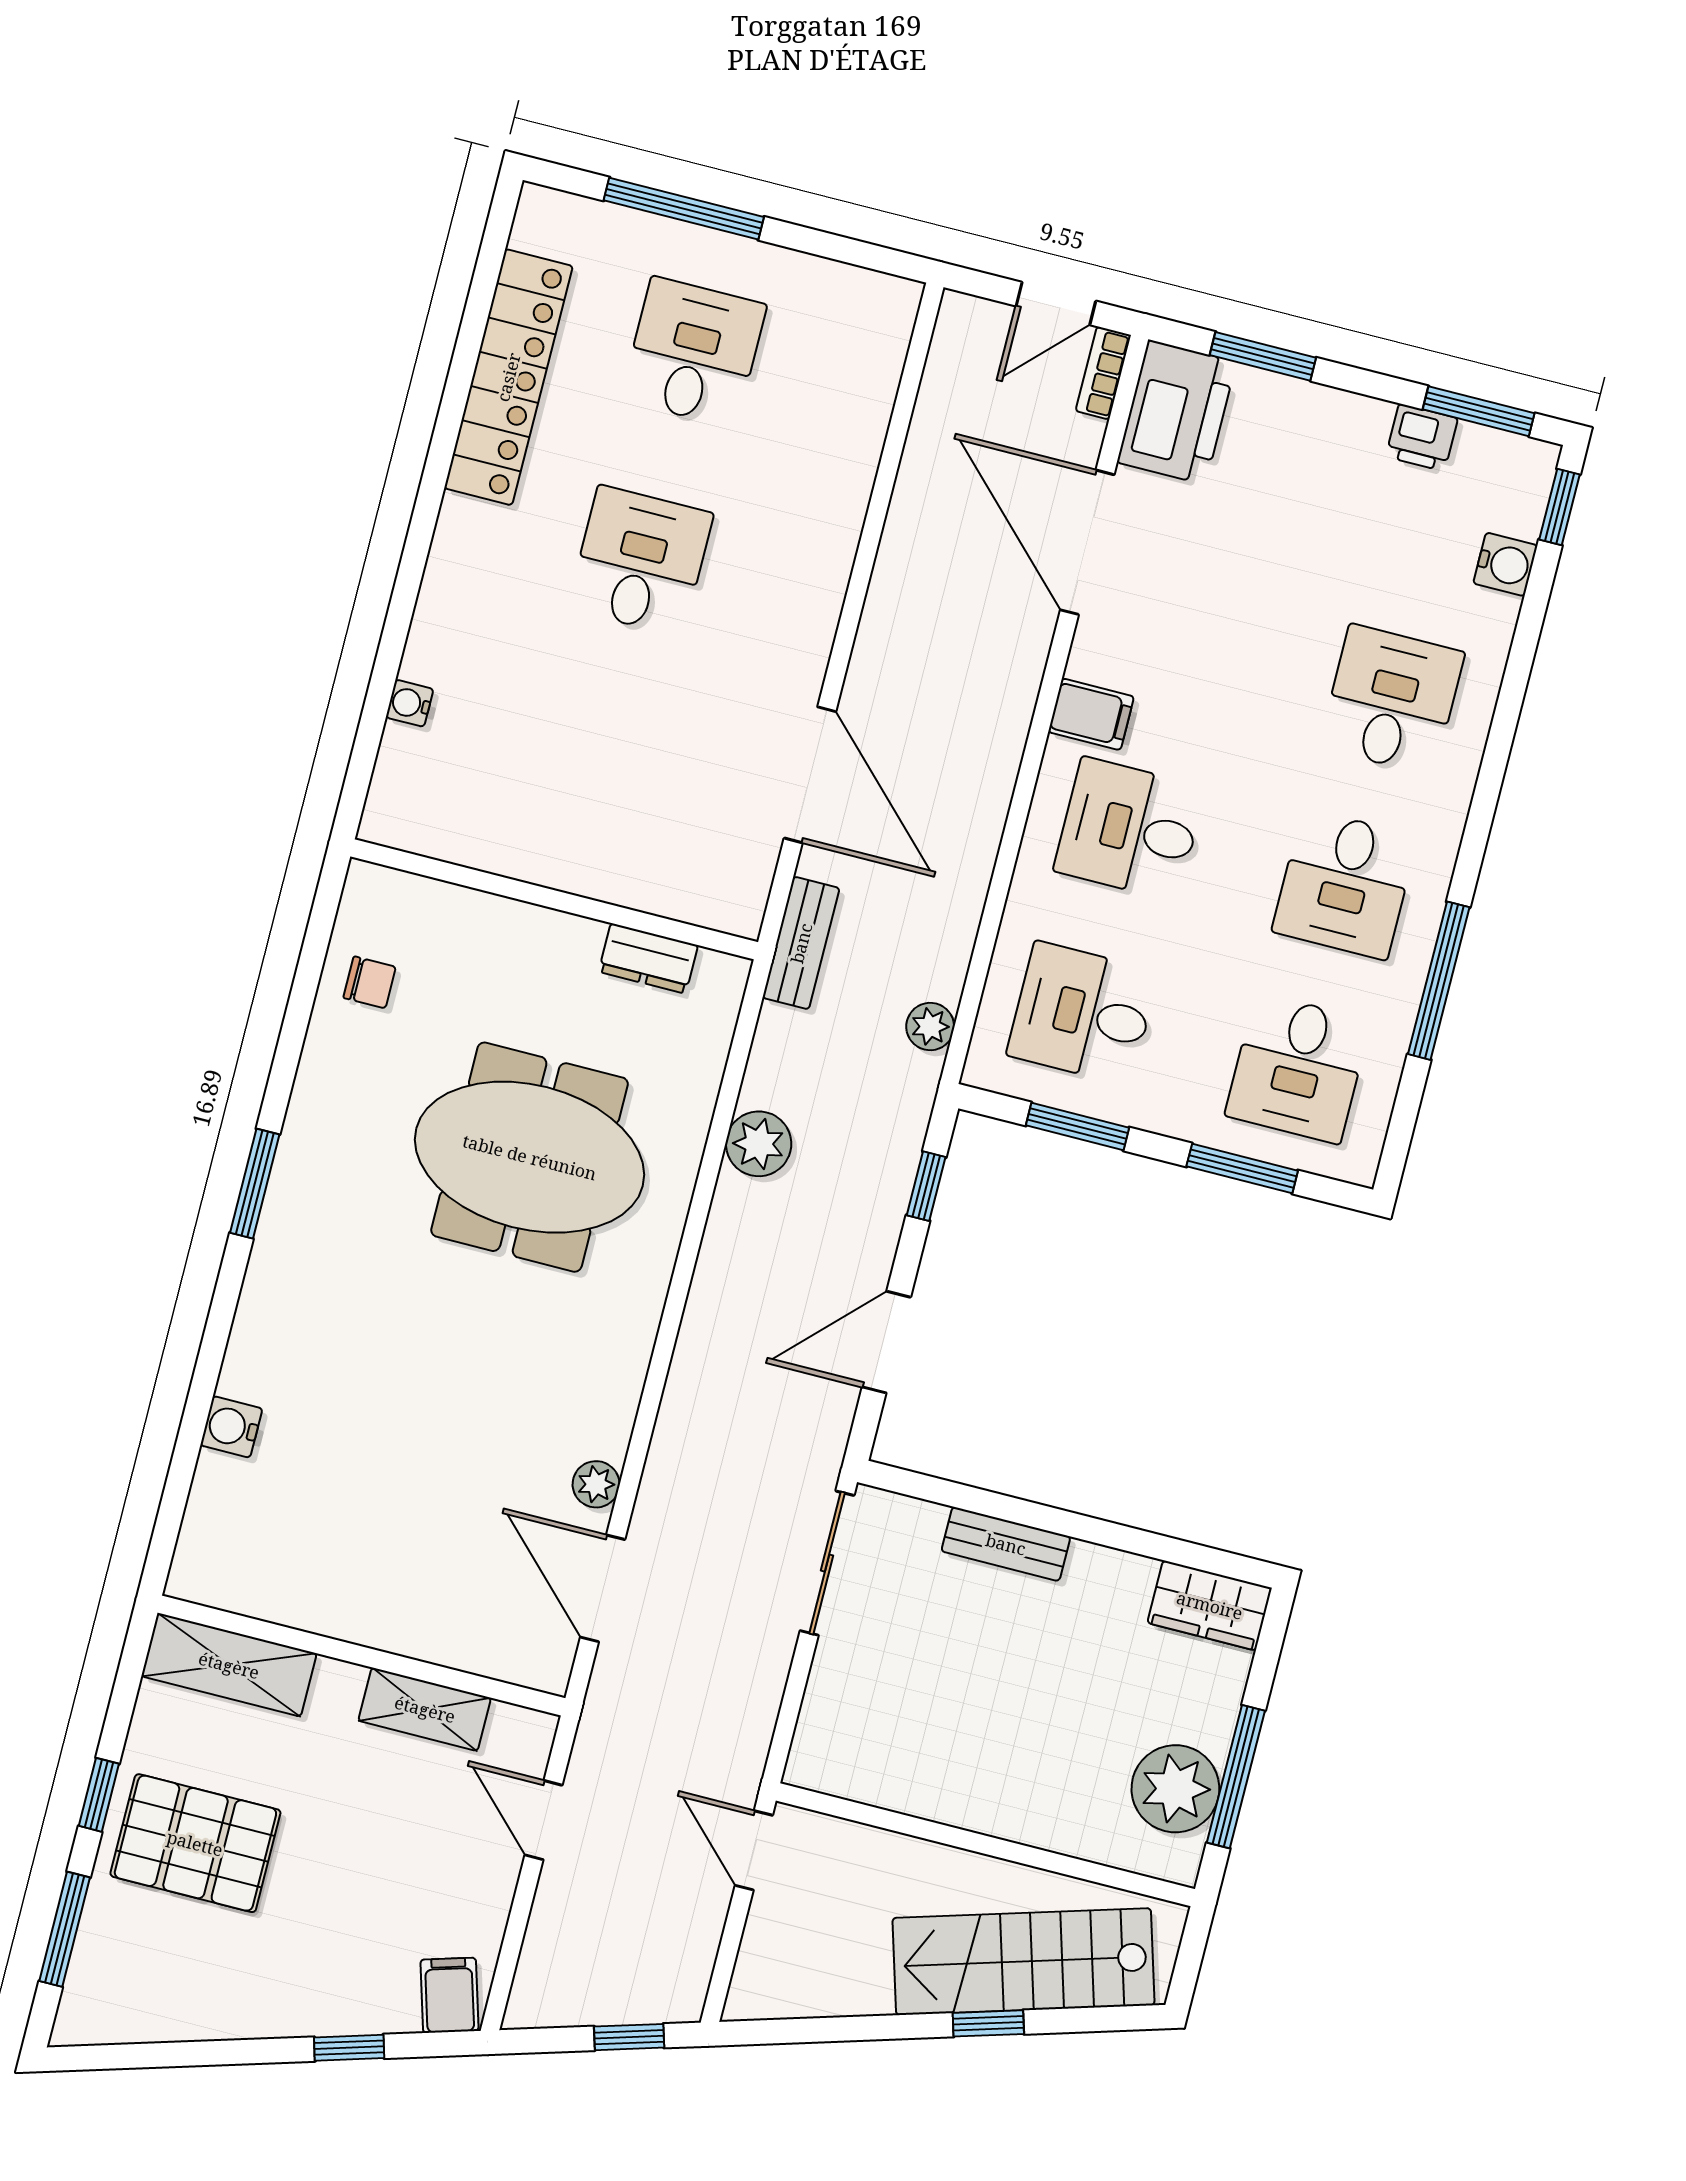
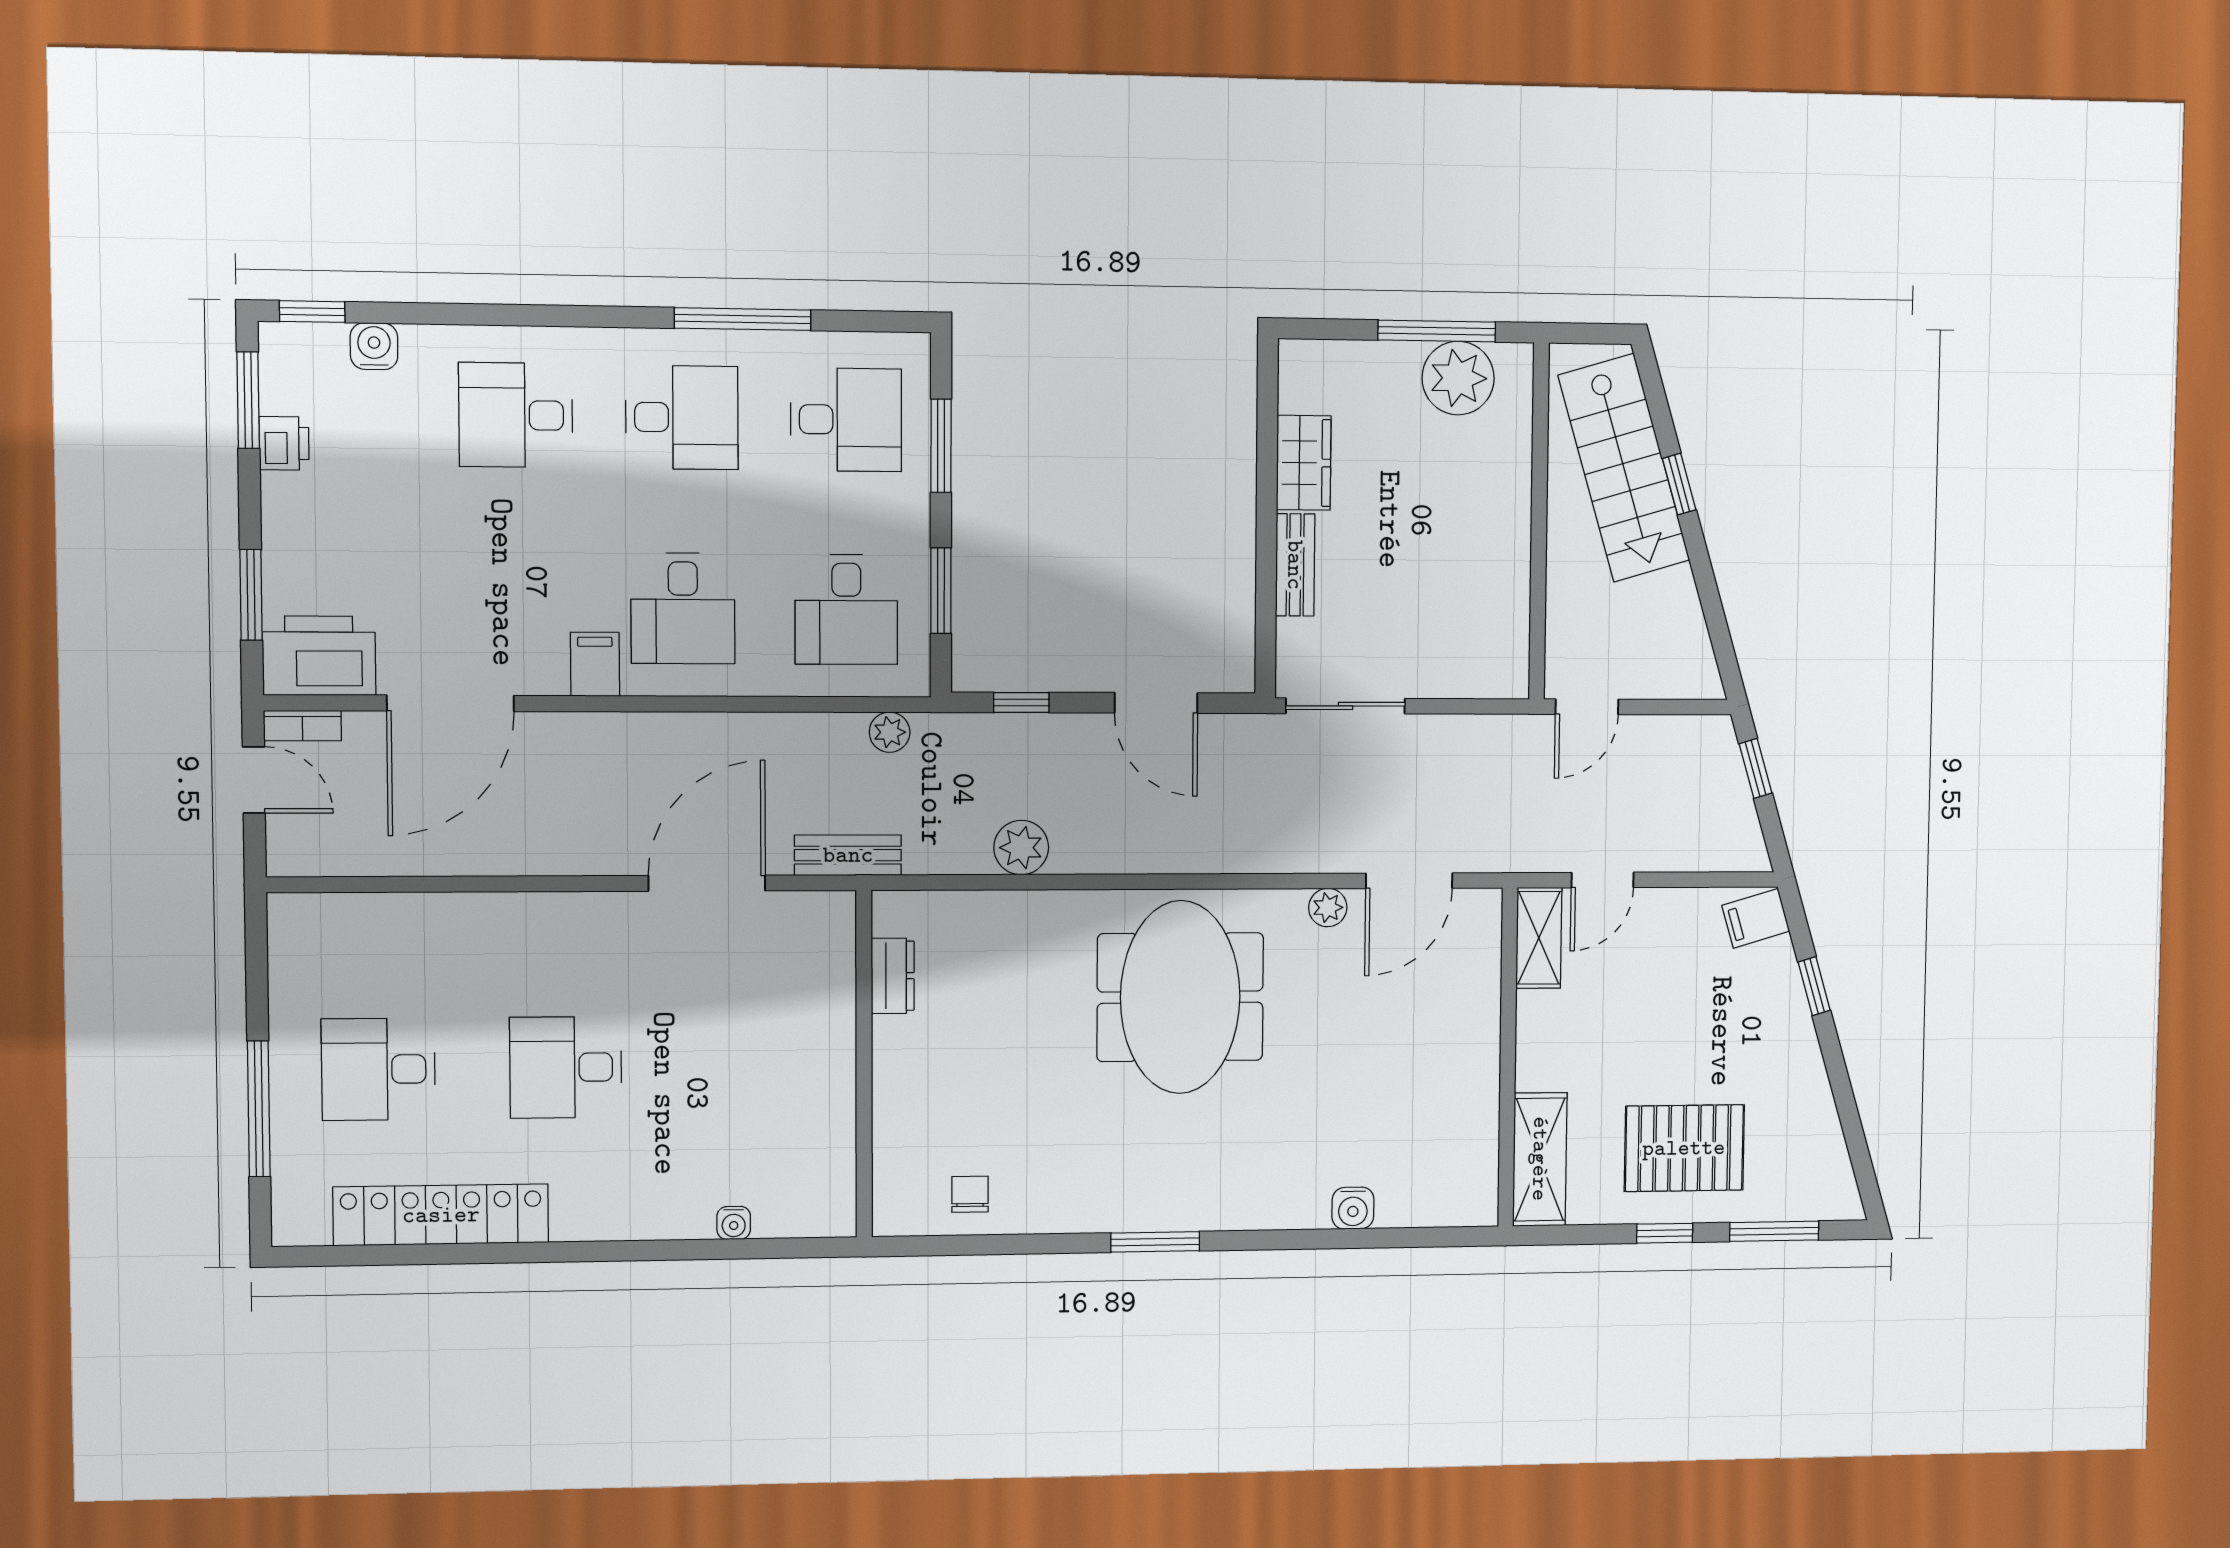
meeting table: (530, 1157) -> (1180, 997), moved
wardrobe: (1210, 1605) -> (1304, 463), moved
shelving: (425, 1709) -> (1539, 938), moved
pallet: (195, 1843) -> (1684, 1148), turned 90

